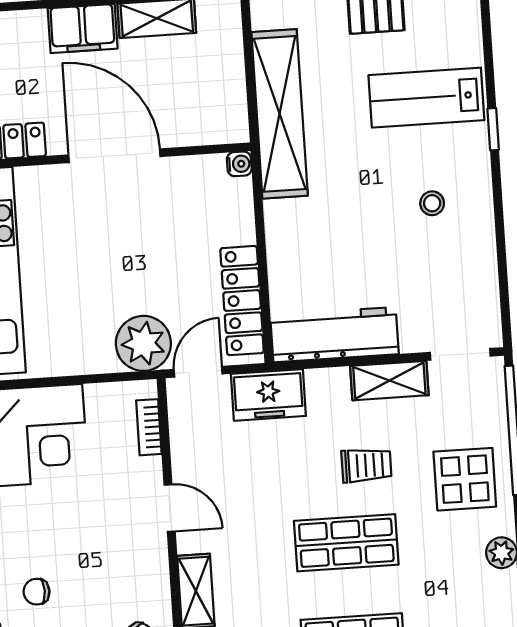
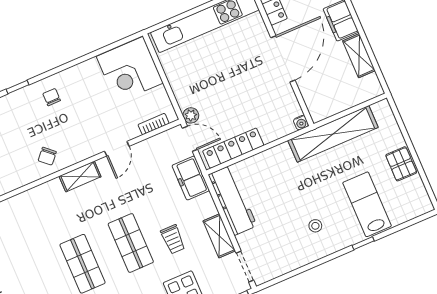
plant: (143, 343) -> (191, 115), width x0.53, depth x0.53

